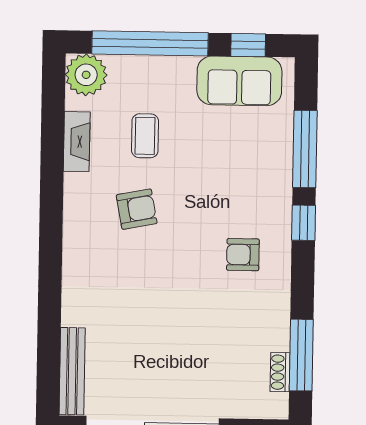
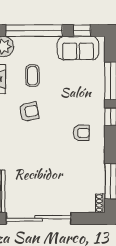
armchair: (243, 255) -> (81, 133), turned 180
shoe rack: (280, 372) -> (100, 203), moved

